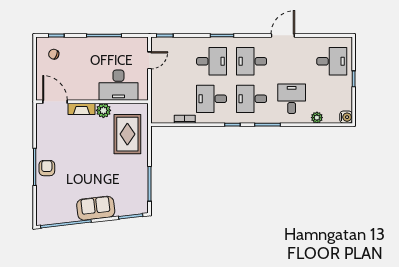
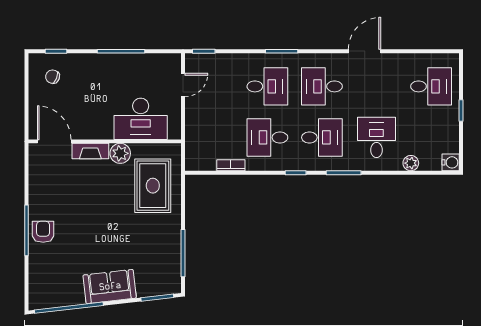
desk: (252, 99) -> (322, 137), turned 180

